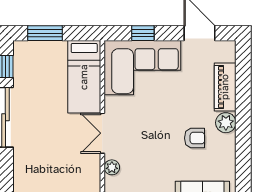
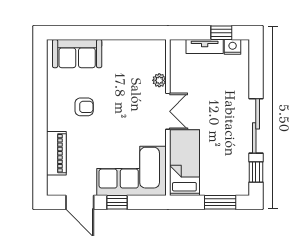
window: (143, 33) -> (117, 202), moved
plant: (226, 123) -> (56, 121), removed
armchair: (195, 138) -> (84, 107), turned 180

